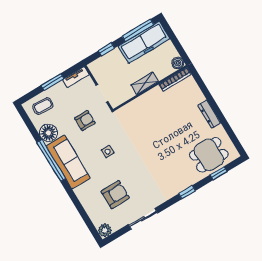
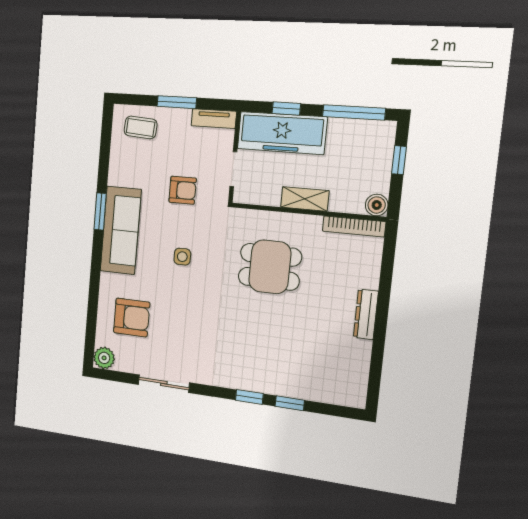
window: (173, 37) -> (399, 160), added
freezer: (144, 42) -> (282, 133), moved
floor lamp: (48, 133) -> (122, 171), removed
dining table: (209, 155) -> (270, 267), moved
window: (51, 161) -> (100, 211), width x0.47
window: (219, 173) -> (290, 403), moved
armchair: (115, 195) -> (132, 317), moved

